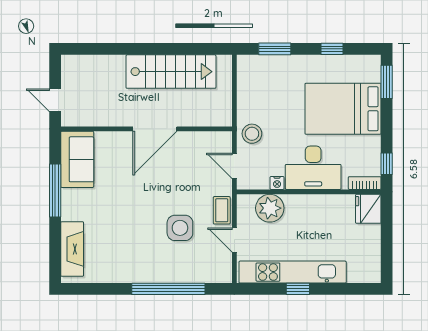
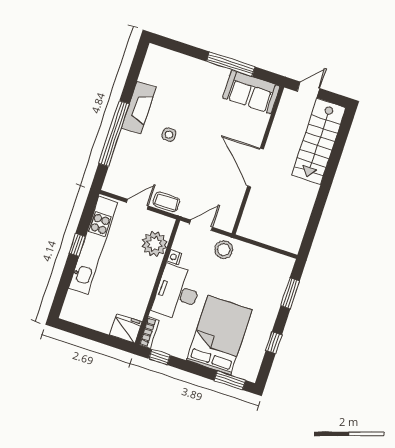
stairs: (171, 72) -> (319, 141), moved
side table: (180, 228) -> (169, 135), moved, width x0.54, depth x0.54
fireplace: (72, 249) -> (139, 108), moved, turned -90

